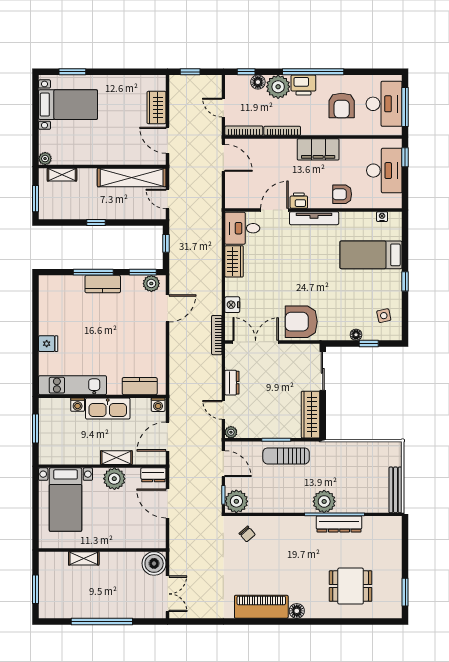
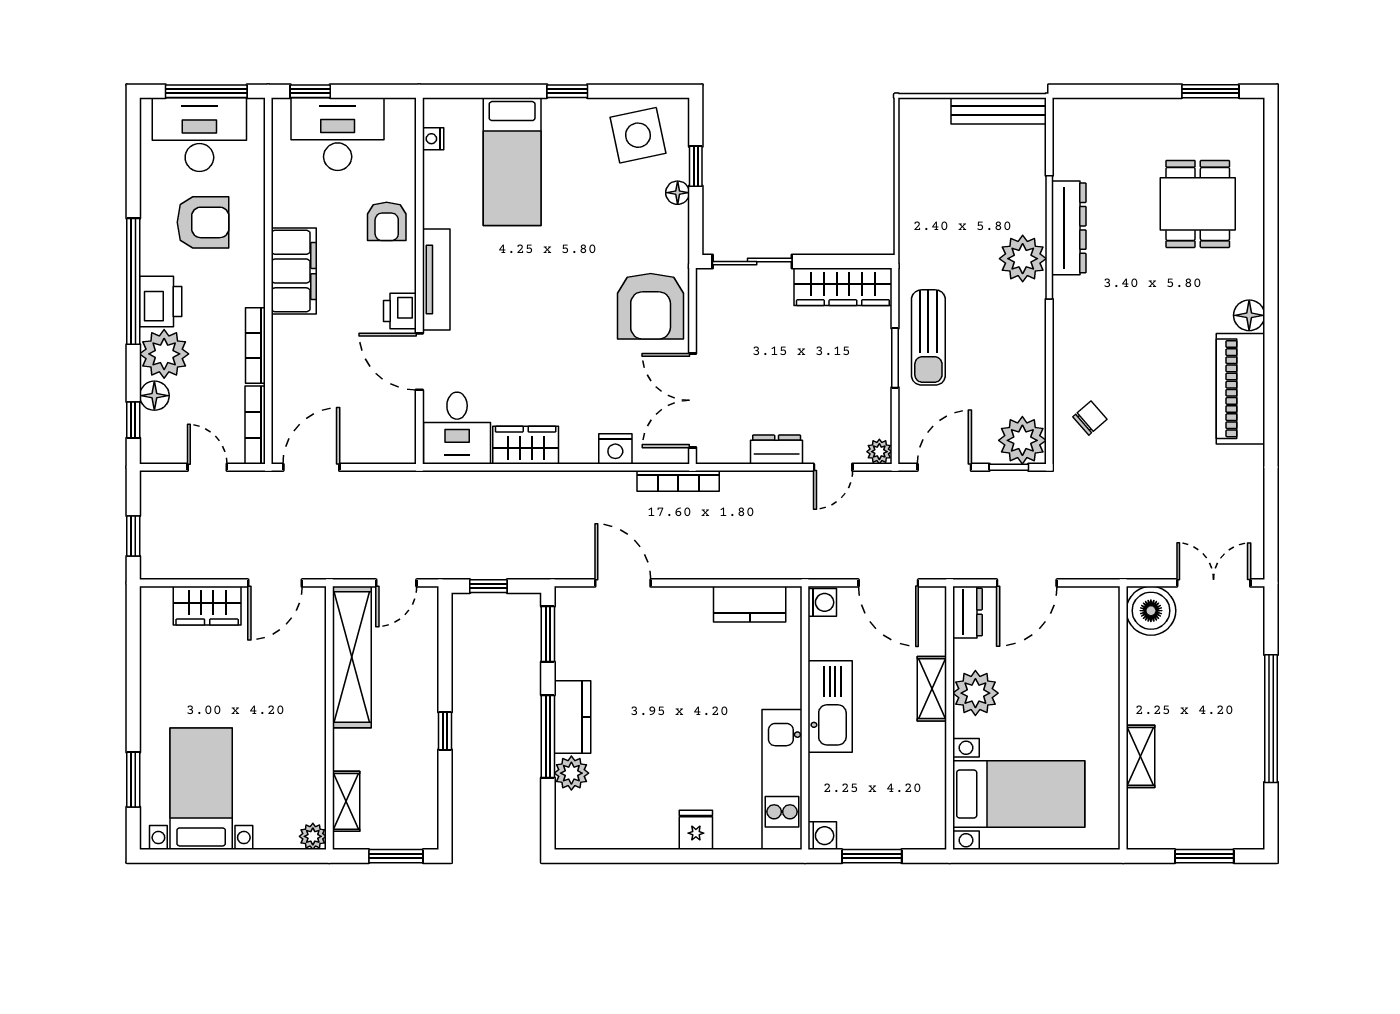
door: (223, 108) -> (207, 467), swing flipped
plant: (151, 283) -> (571, 773), moved
side table: (384, 316) -> (638, 135), width x1.87, depth x1.87
kitchen counter: (140, 386) -> (750, 604), moved, turned -90
washing machine: (78, 405) -> (822, 836), moved

